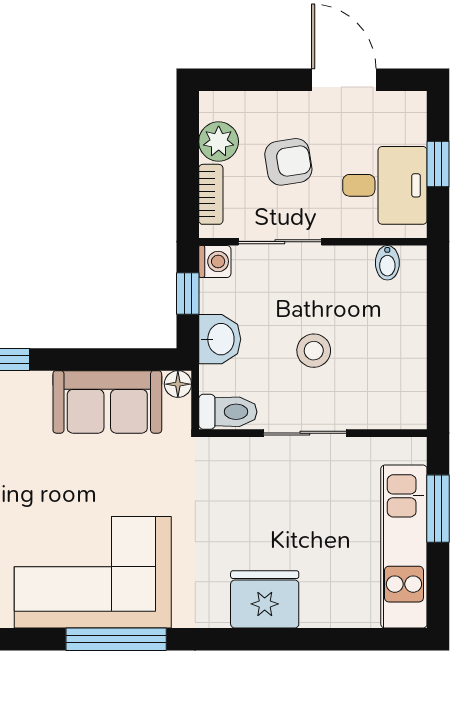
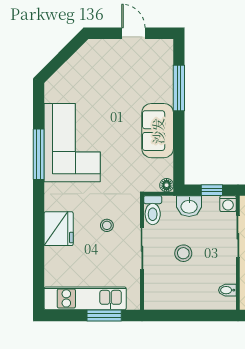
sofa: (107, 402) -> (158, 131), moved
stool: (258, 503) -> (107, 225), added

